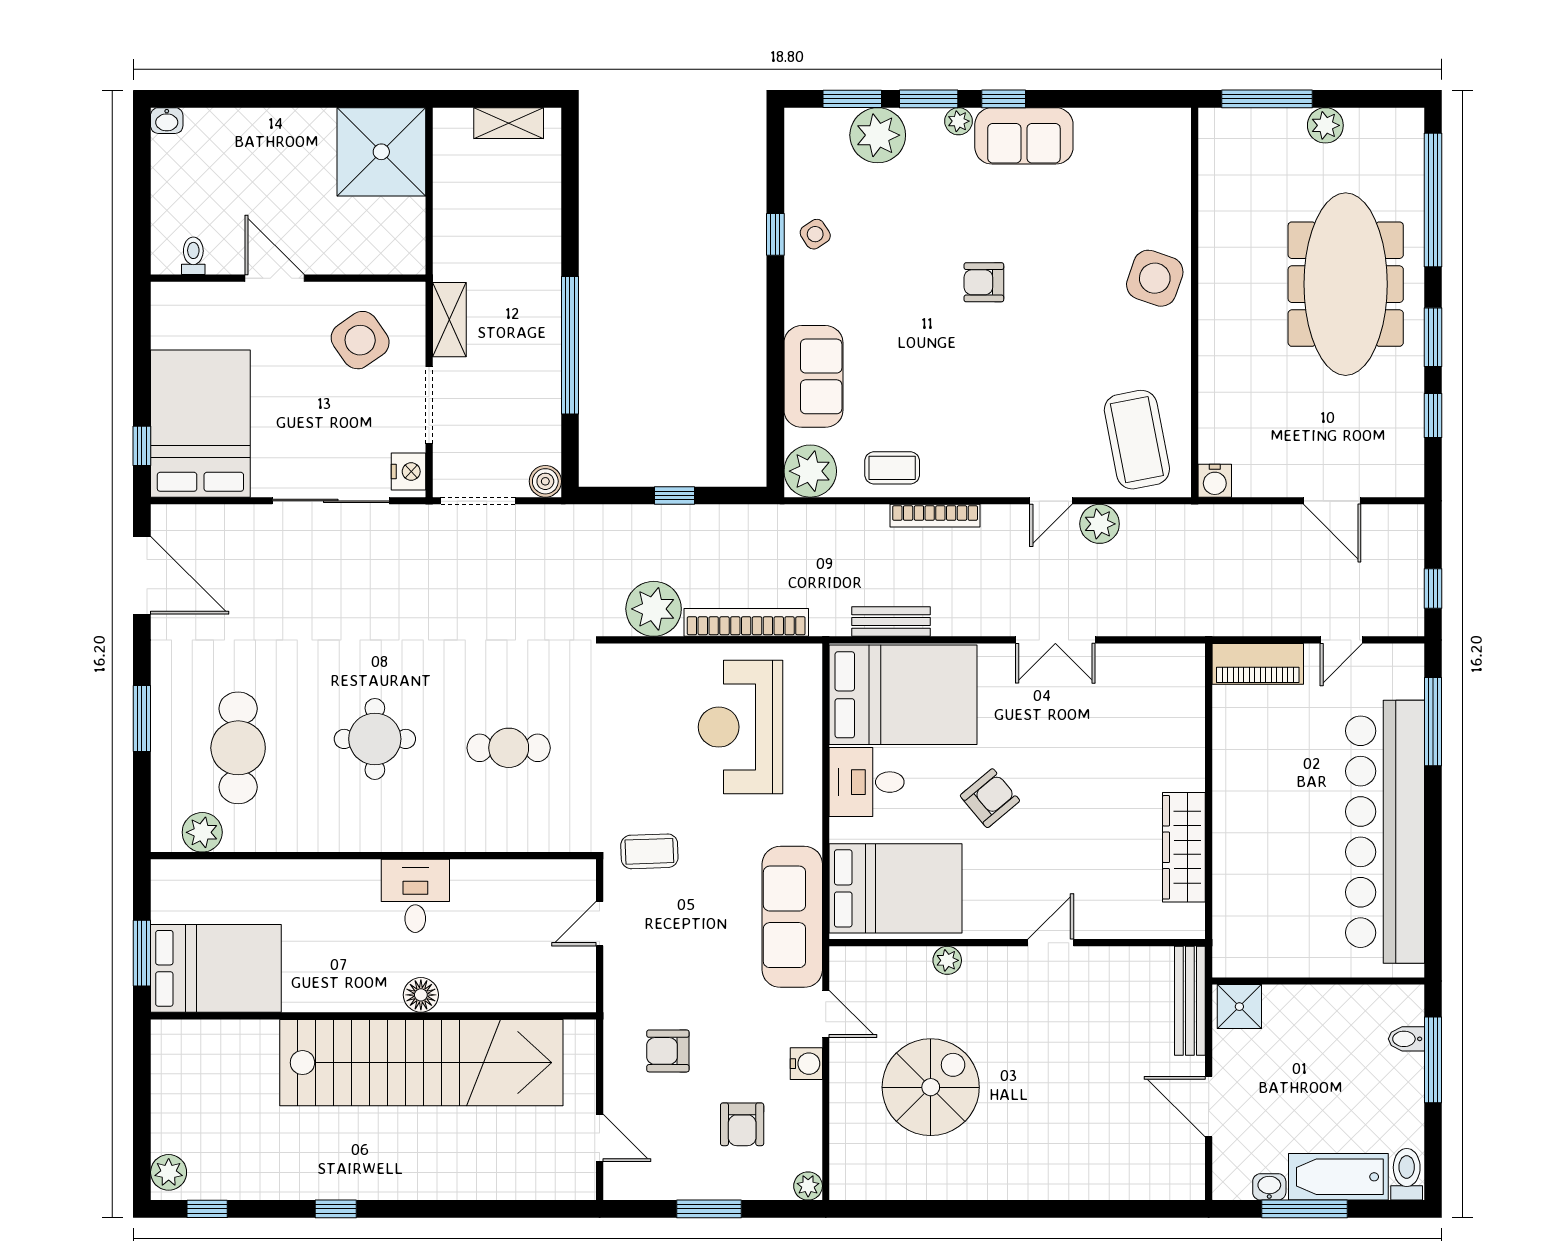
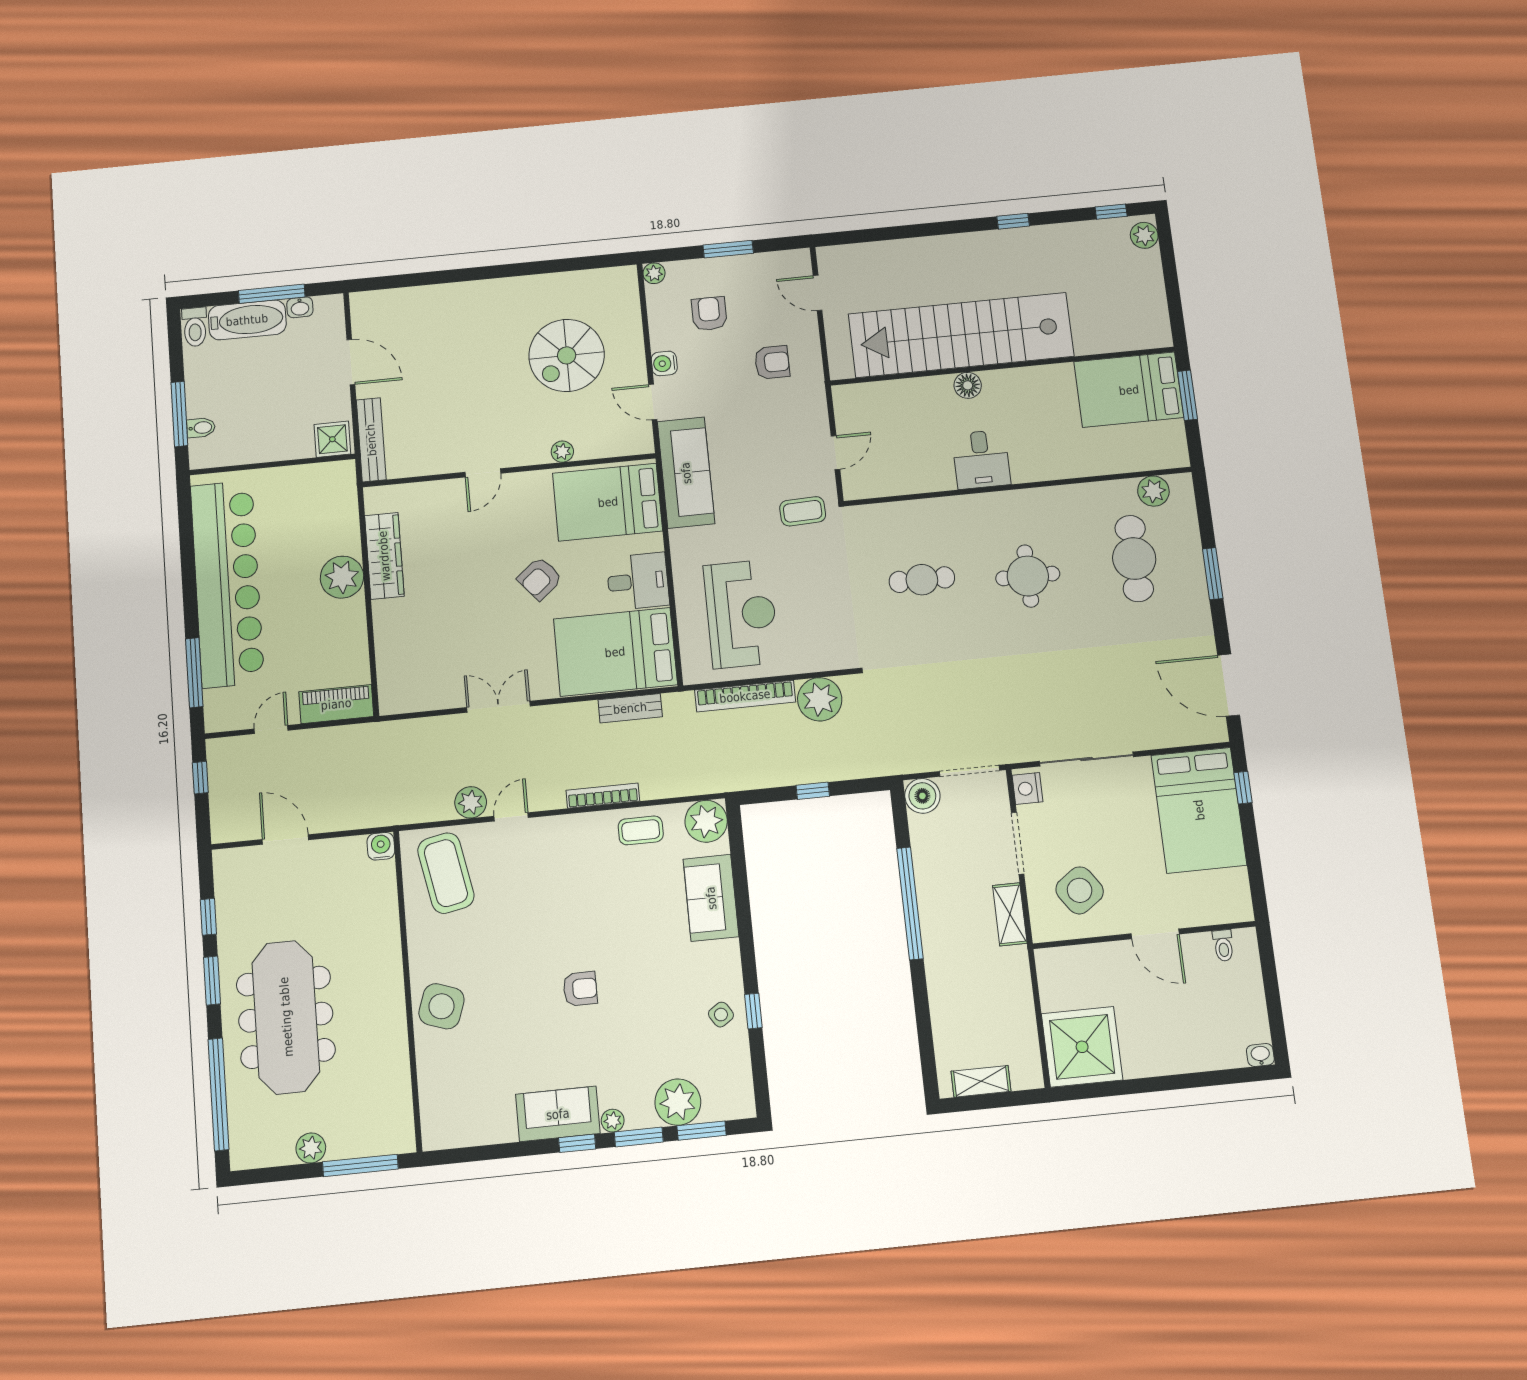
boiler: (545, 481) -> (922, 796), width x1.36, depth x1.36
plant: (1239, 825) -> (342, 577), added

